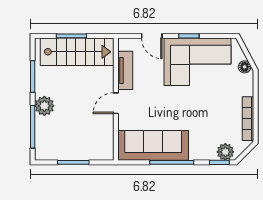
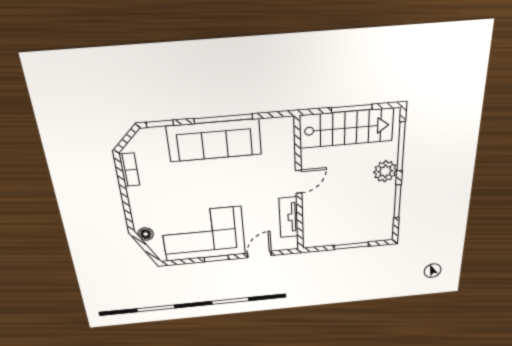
door: (152, 36) -> (259, 254), hinge flipped
stairs: (77, 52) -> (346, 128), moved, turned 180
bookcase: (248, 119) -> (129, 170), width x0.64
sofa: (153, 145) -> (214, 140), moved
plant: (225, 152) -> (154, 137), removed

